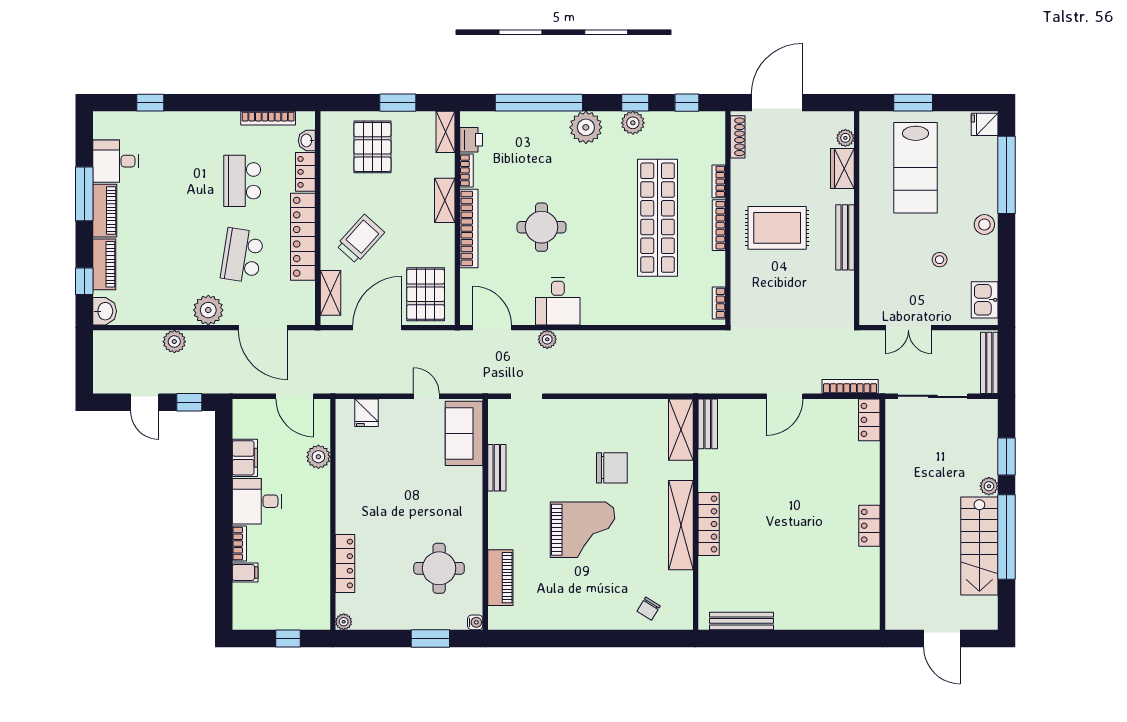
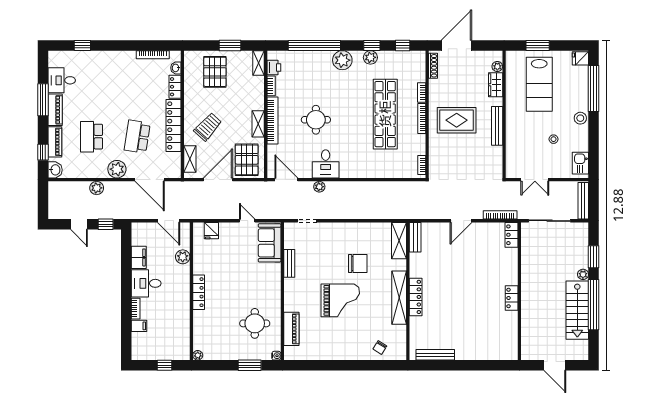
school desk: (242, 181) -> (92, 137), moved
shelving: (445, 200) -> (258, 124), moved
locker: (345, 563) -> (199, 292), moved

